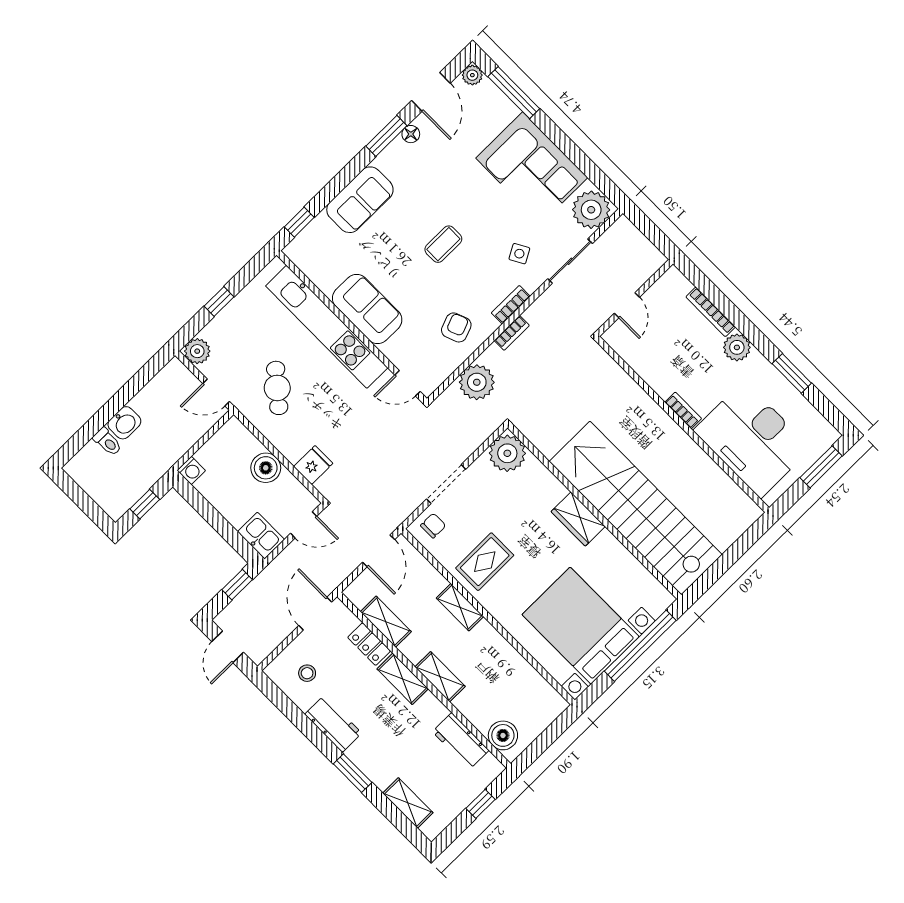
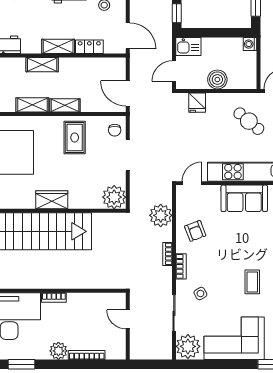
coffee table: (443, 244) -> (252, 282), moved
shelving: (386, 622) -> (32, 105), moved

